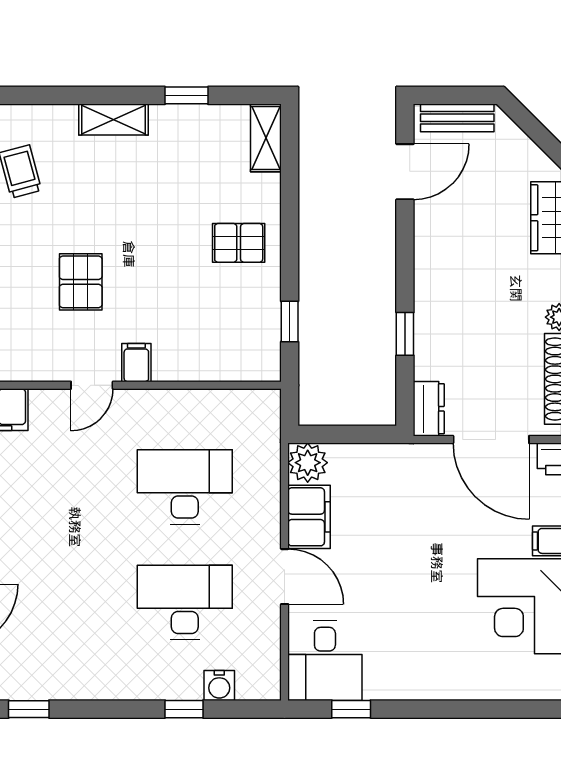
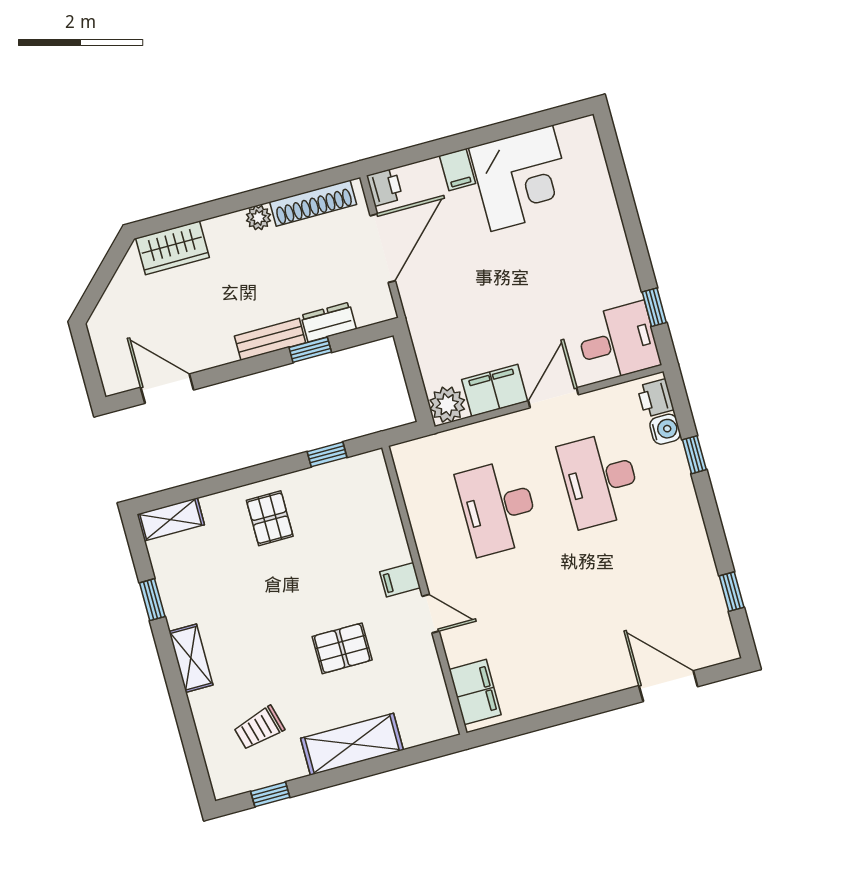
bench: (457, 118) -> (270, 339), moved, turned 90
dresser: (429, 409) -> (329, 322), moved
printer: (255, 684) -> (655, 398), added

